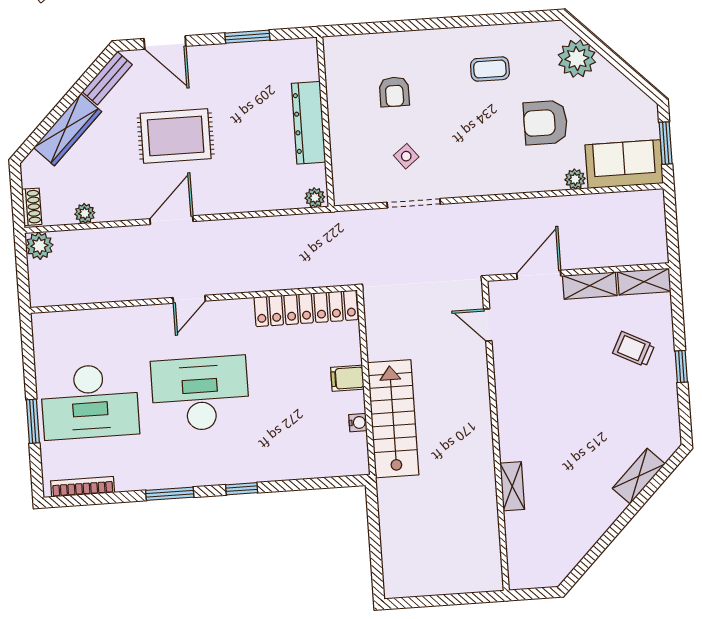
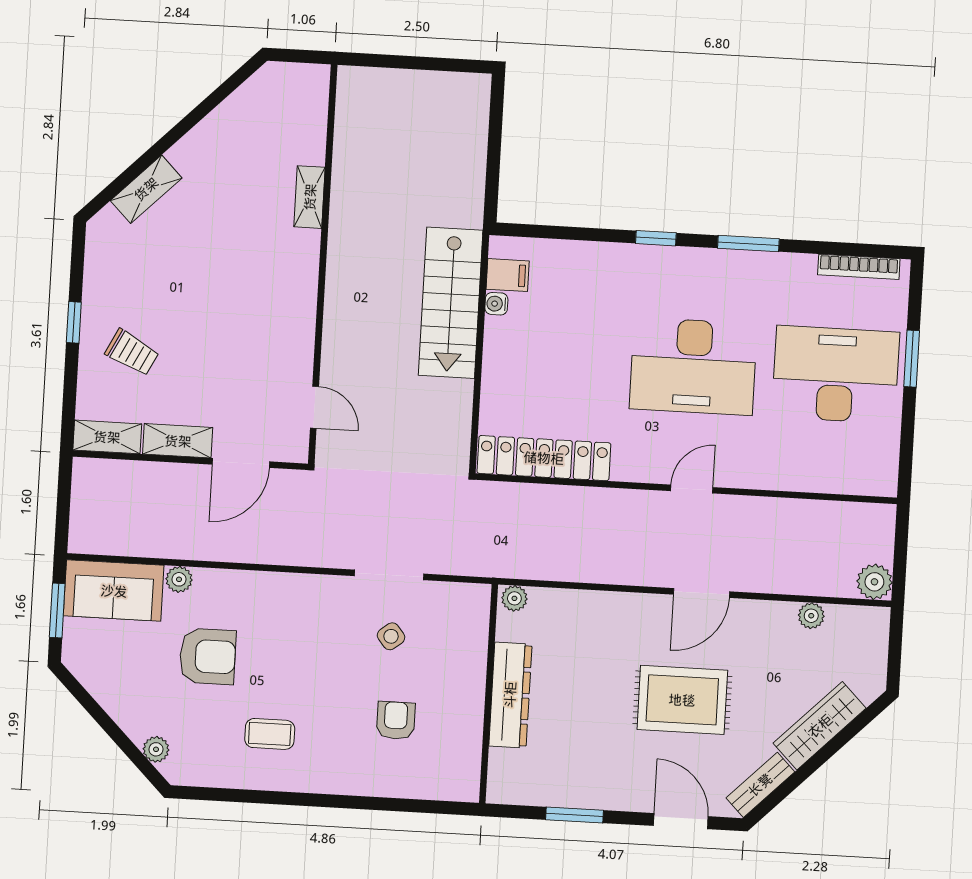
plant: (577, 59) -> (156, 749), width x0.53, depth x0.53
shoe rack: (32, 207) -> (878, 633), removed
filing cabinet: (347, 378) -> (508, 275), moved

